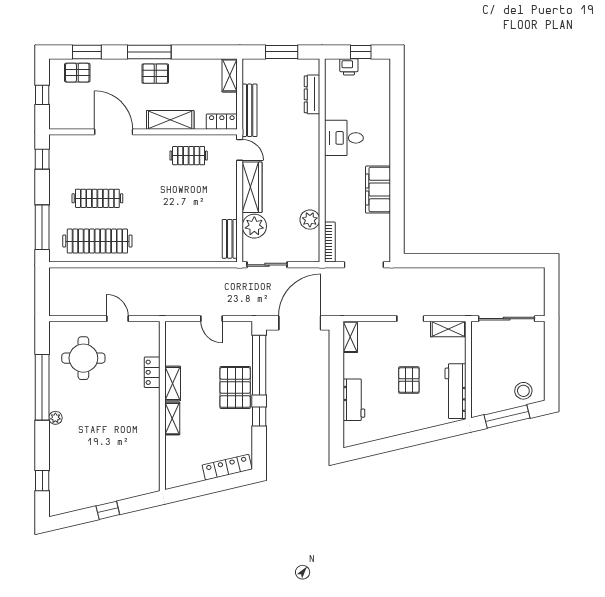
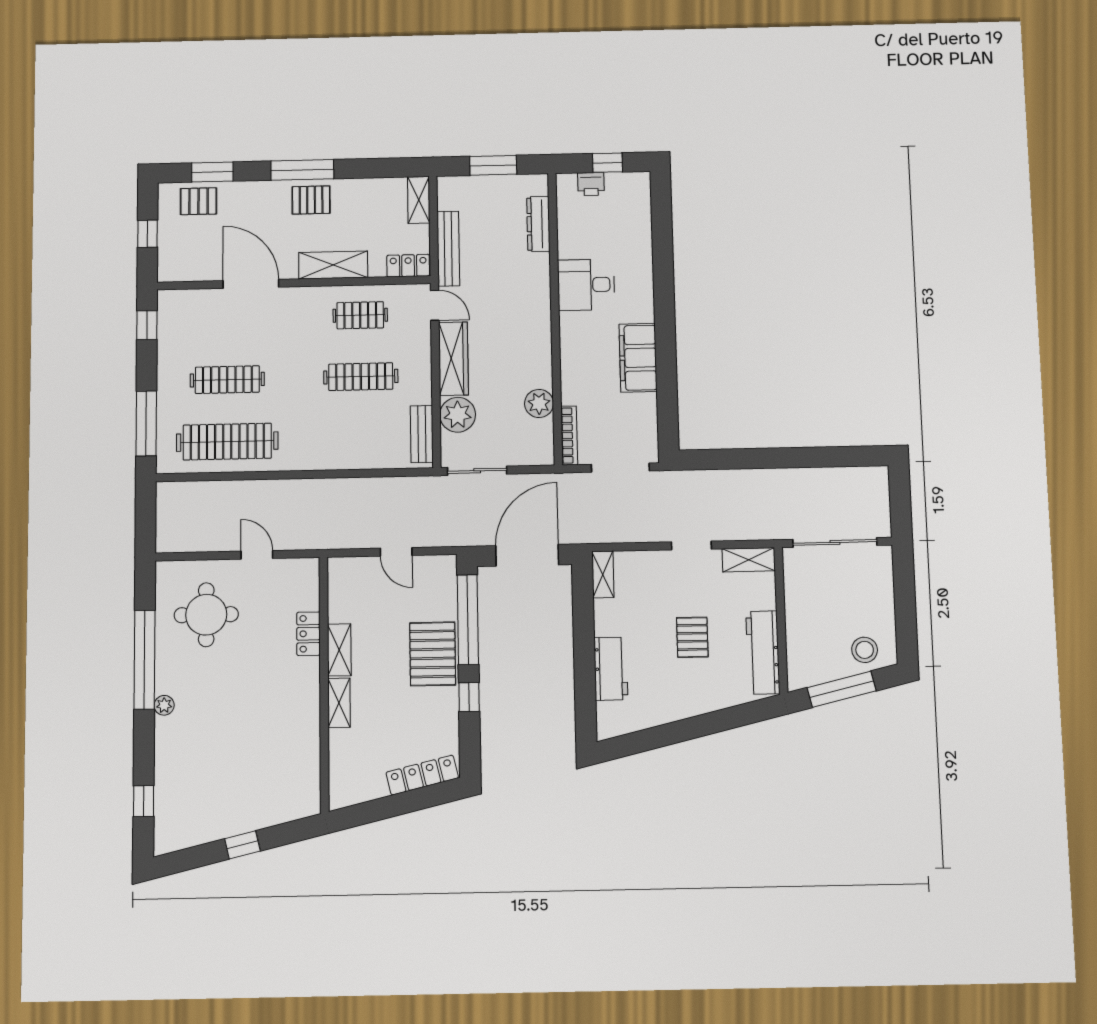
clothes rail: (189, 198) -> (361, 377), added

